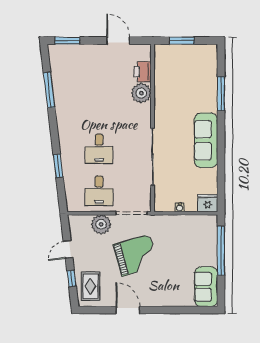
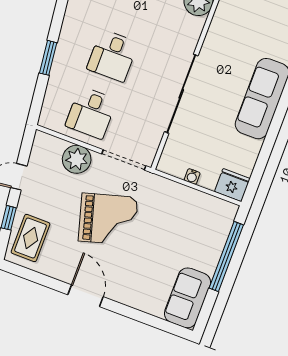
door: (128, 310) -> (85, 296), moved

